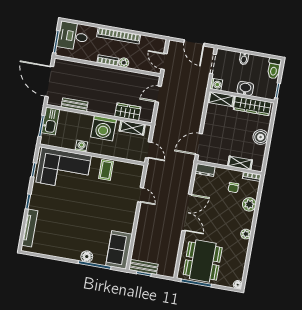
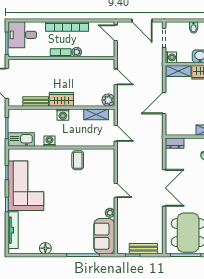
door: (164, 61) -> (116, 33), moved
door: (158, 94) -> (116, 77), swing flipped
wardrobe: (128, 112) -> (61, 99), moved
plant: (147, 116) -> (108, 100), added
kitchen sink: (51, 121) -> (21, 139), moved, turned -90
washing machine: (103, 128) -> (63, 115), width x0.53, depth x0.53
door: (199, 144) -> (164, 103), moved
corner sofa: (64, 169) -> (26, 186), moved, turned -90
door: (140, 195) -> (116, 190), moved
plant: (129, 228) -> (110, 213), added
floor lamp: (87, 257) -> (45, 248), moved
bench: (143, 267) -> (143, 249), moved

